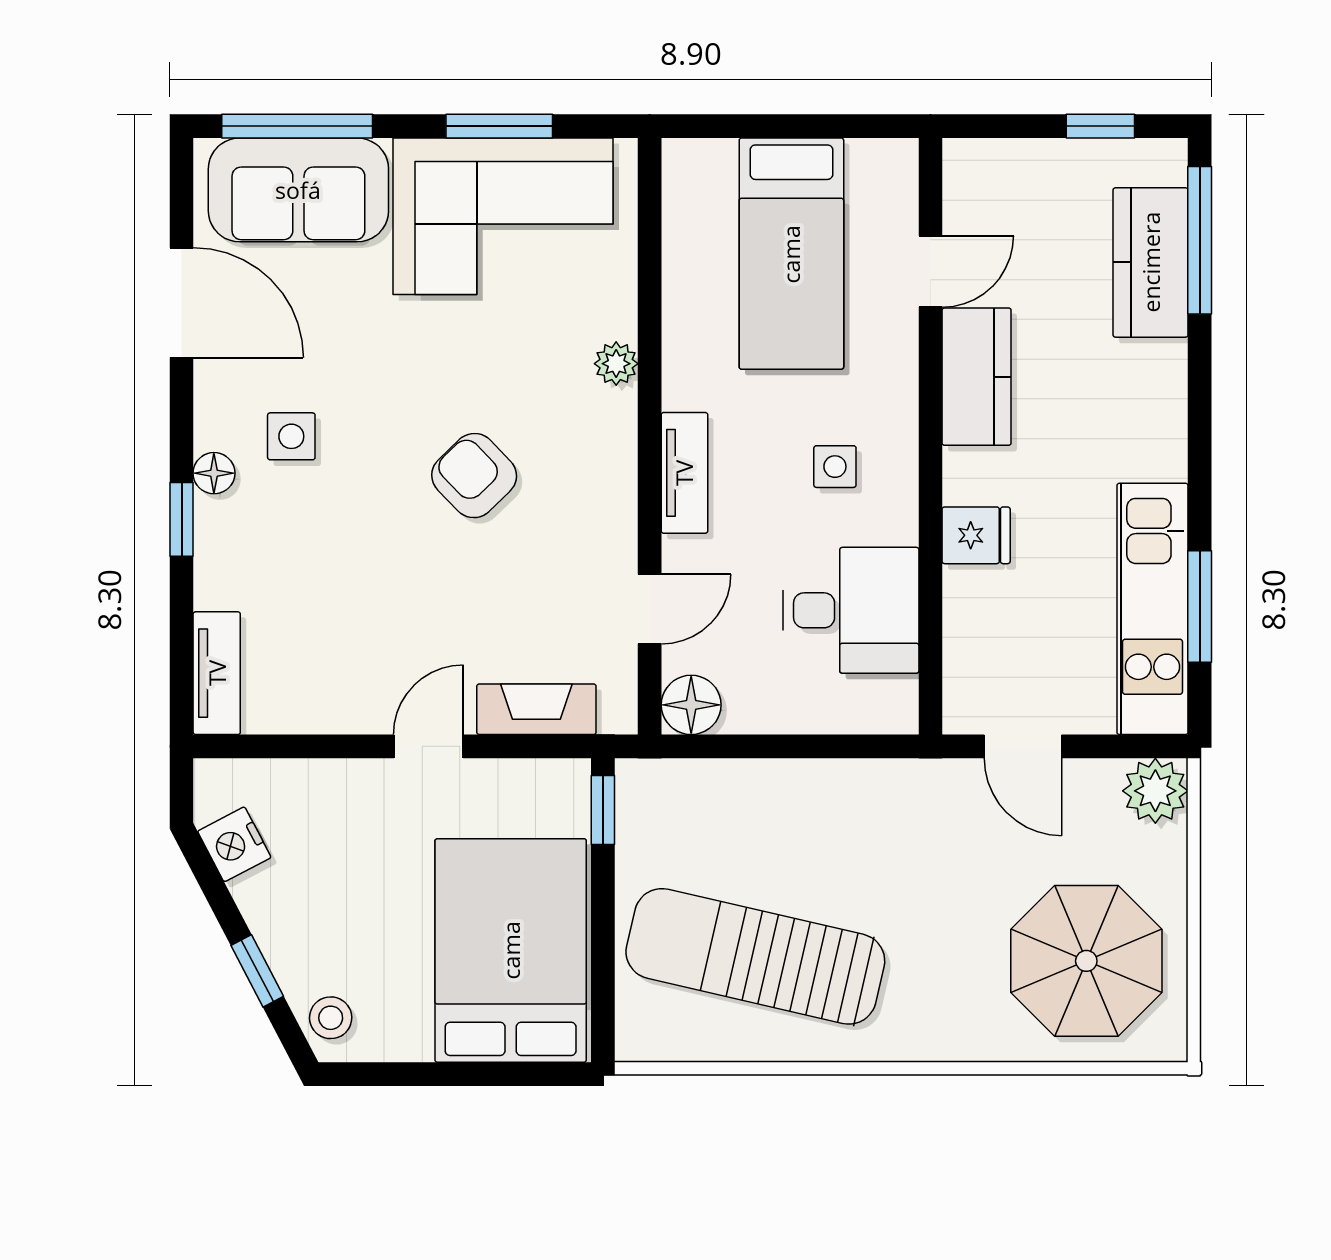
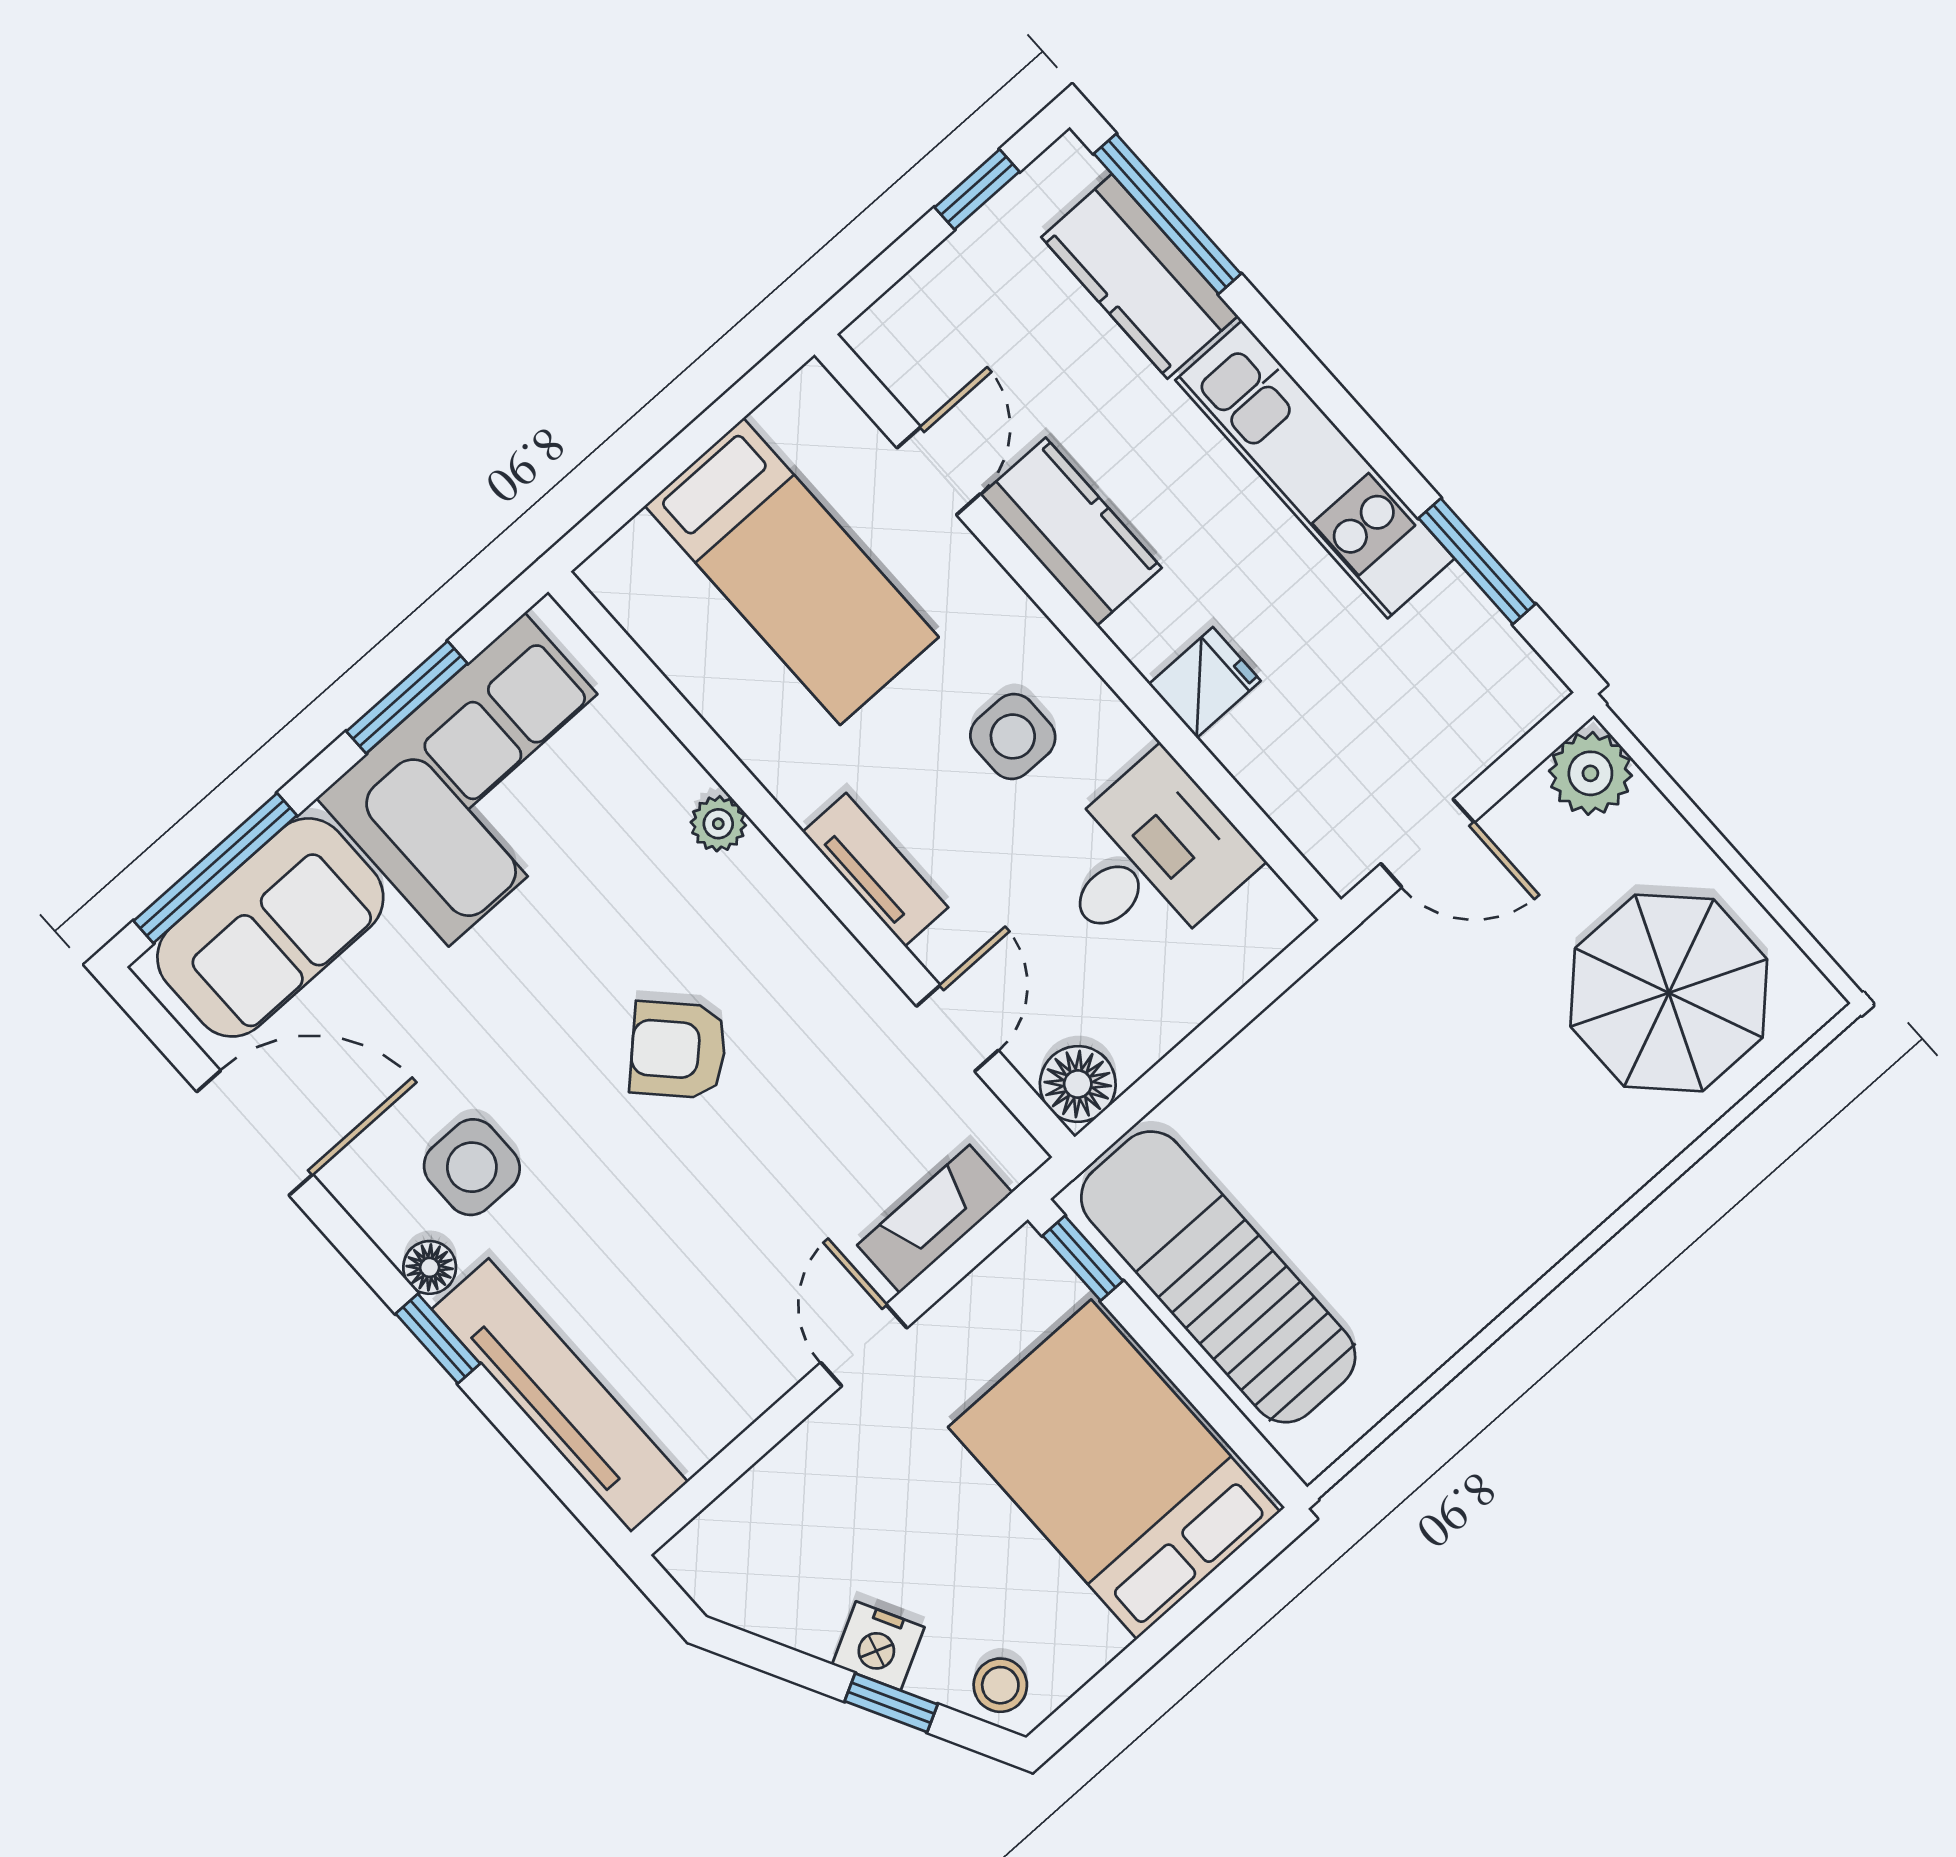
side table: (291, 436) -> (472, 1167), width x1.37, depth x1.37
side table: (835, 467) -> (1013, 736), width x1.37, depth x1.37
kitchen unit: (1152, 609) -> (1315, 469), moved
tv unit: (217, 673) -> (560, 1395), width x1.92, depth x1.29
nightstand: (234, 844) -> (878, 1646), moved
sun lounger: (755, 956) -> (1218, 1277), moved, turned 77

